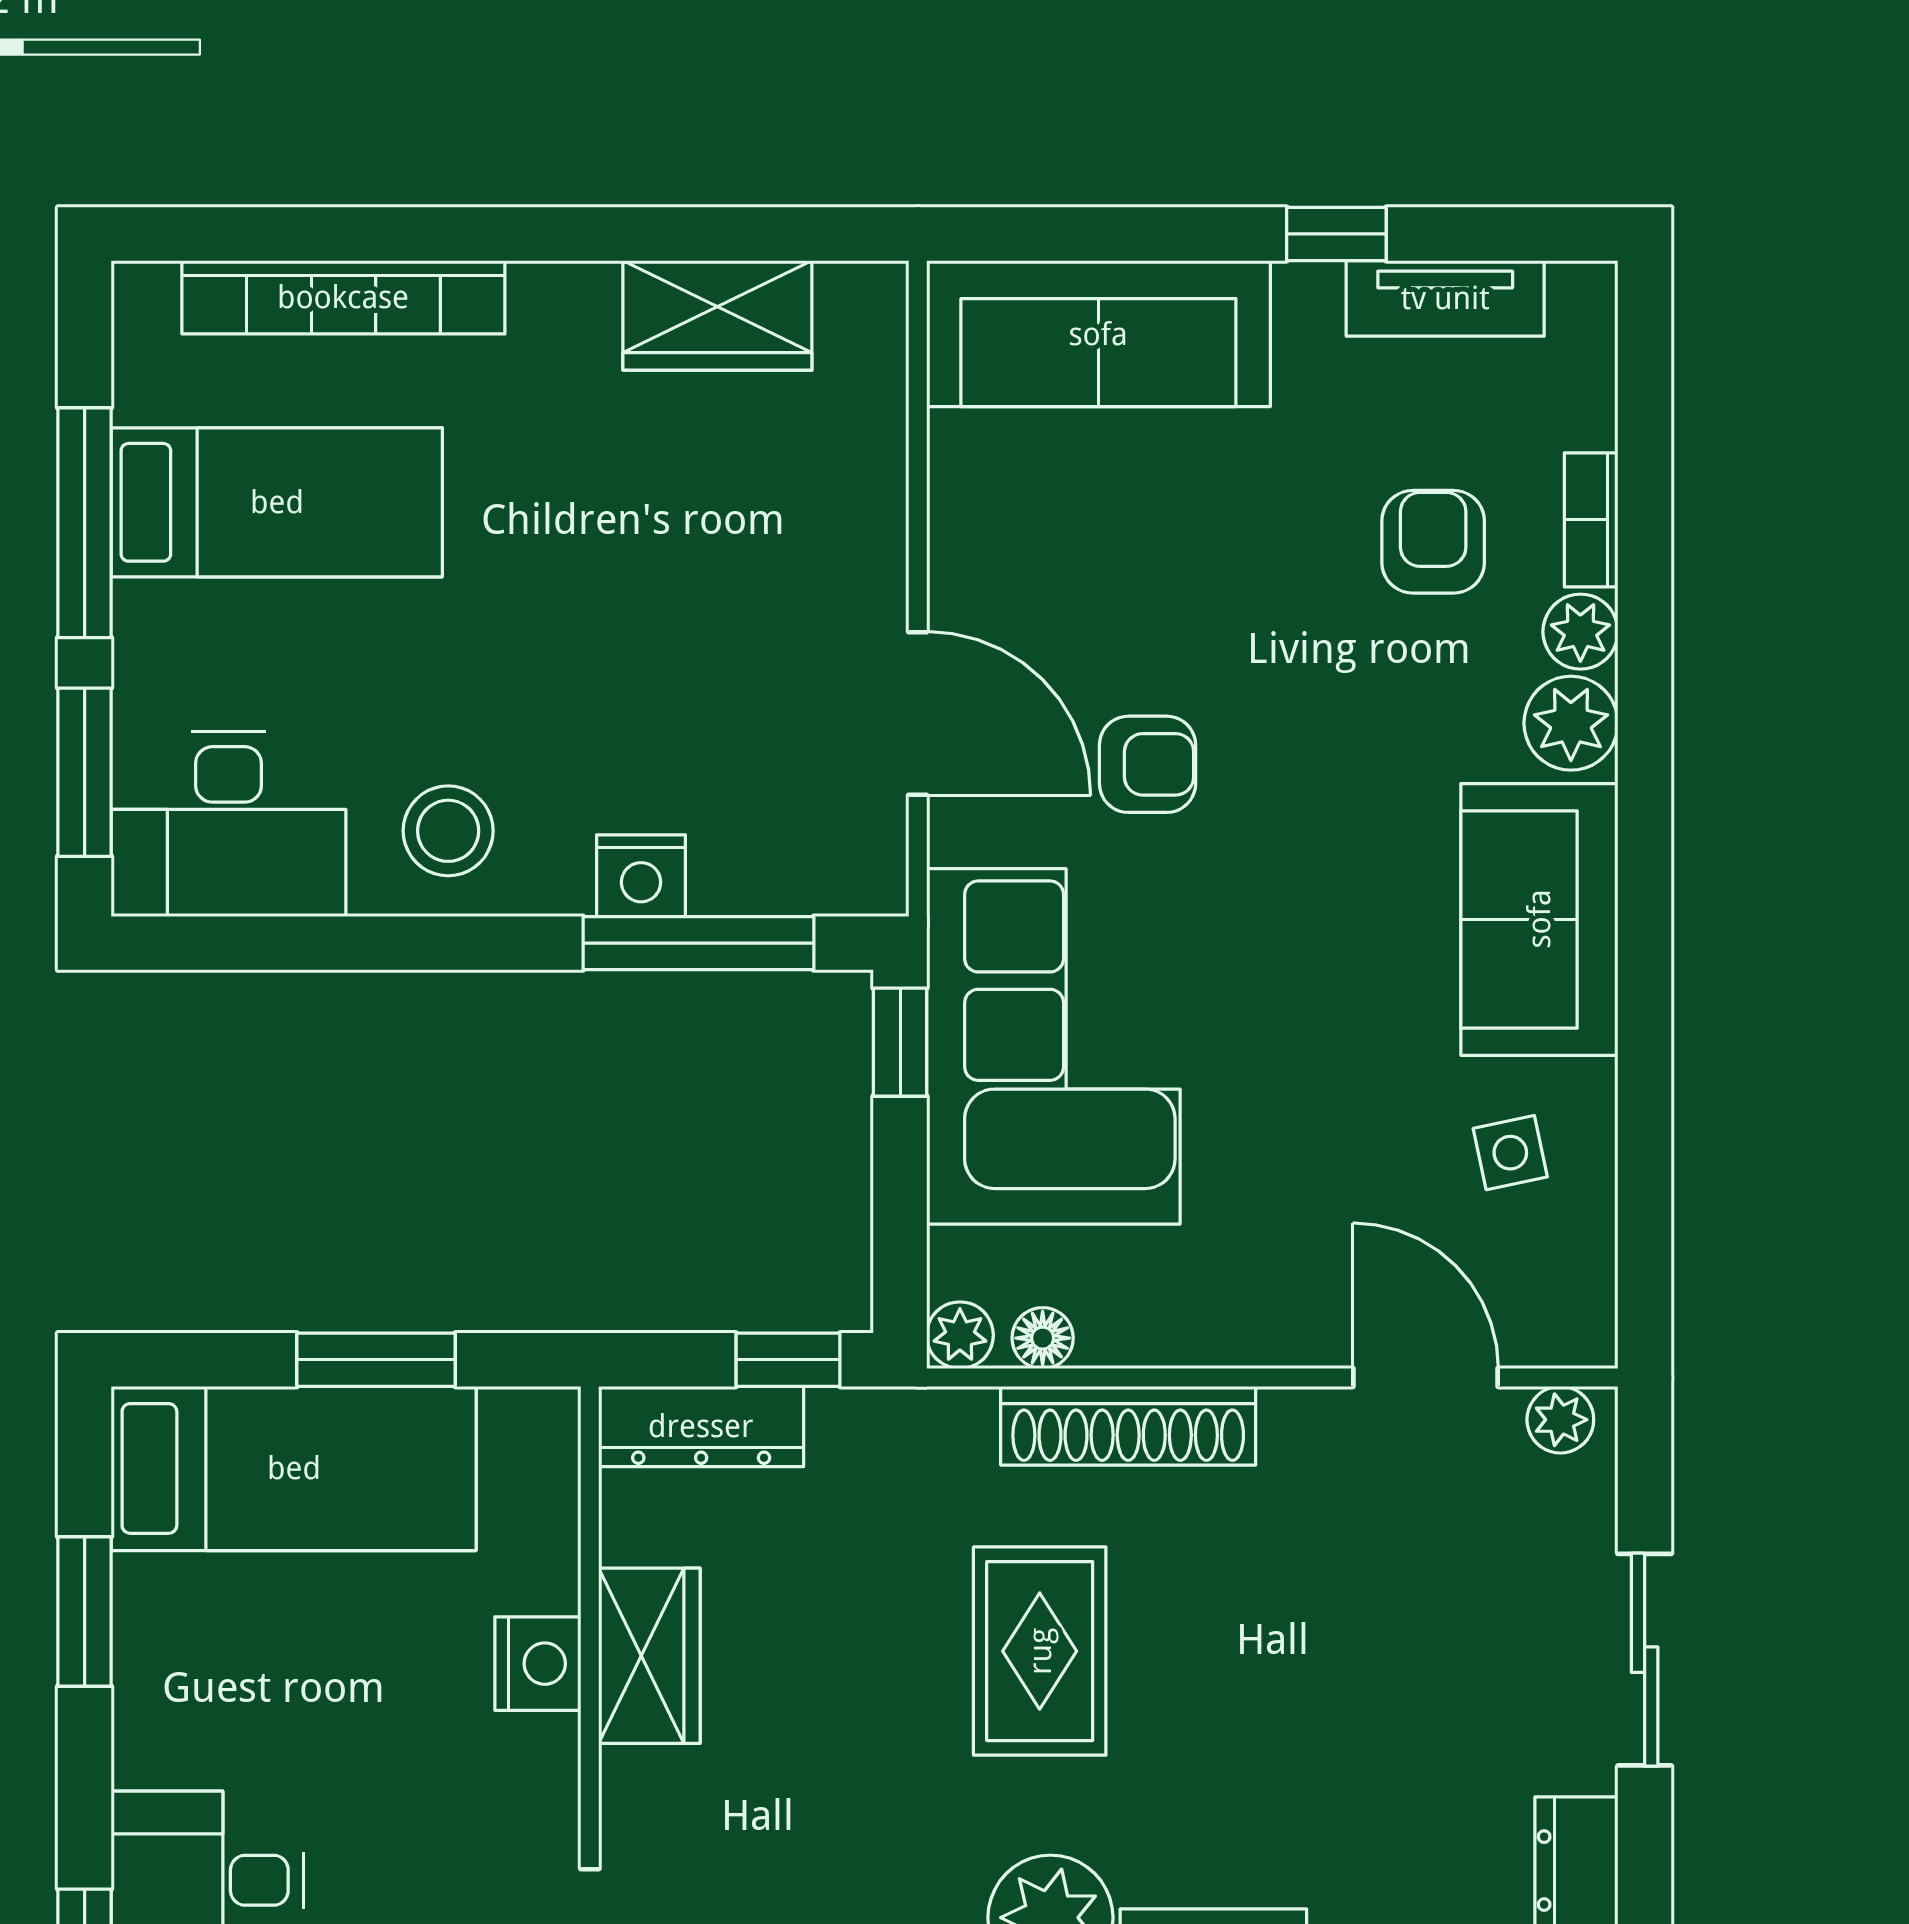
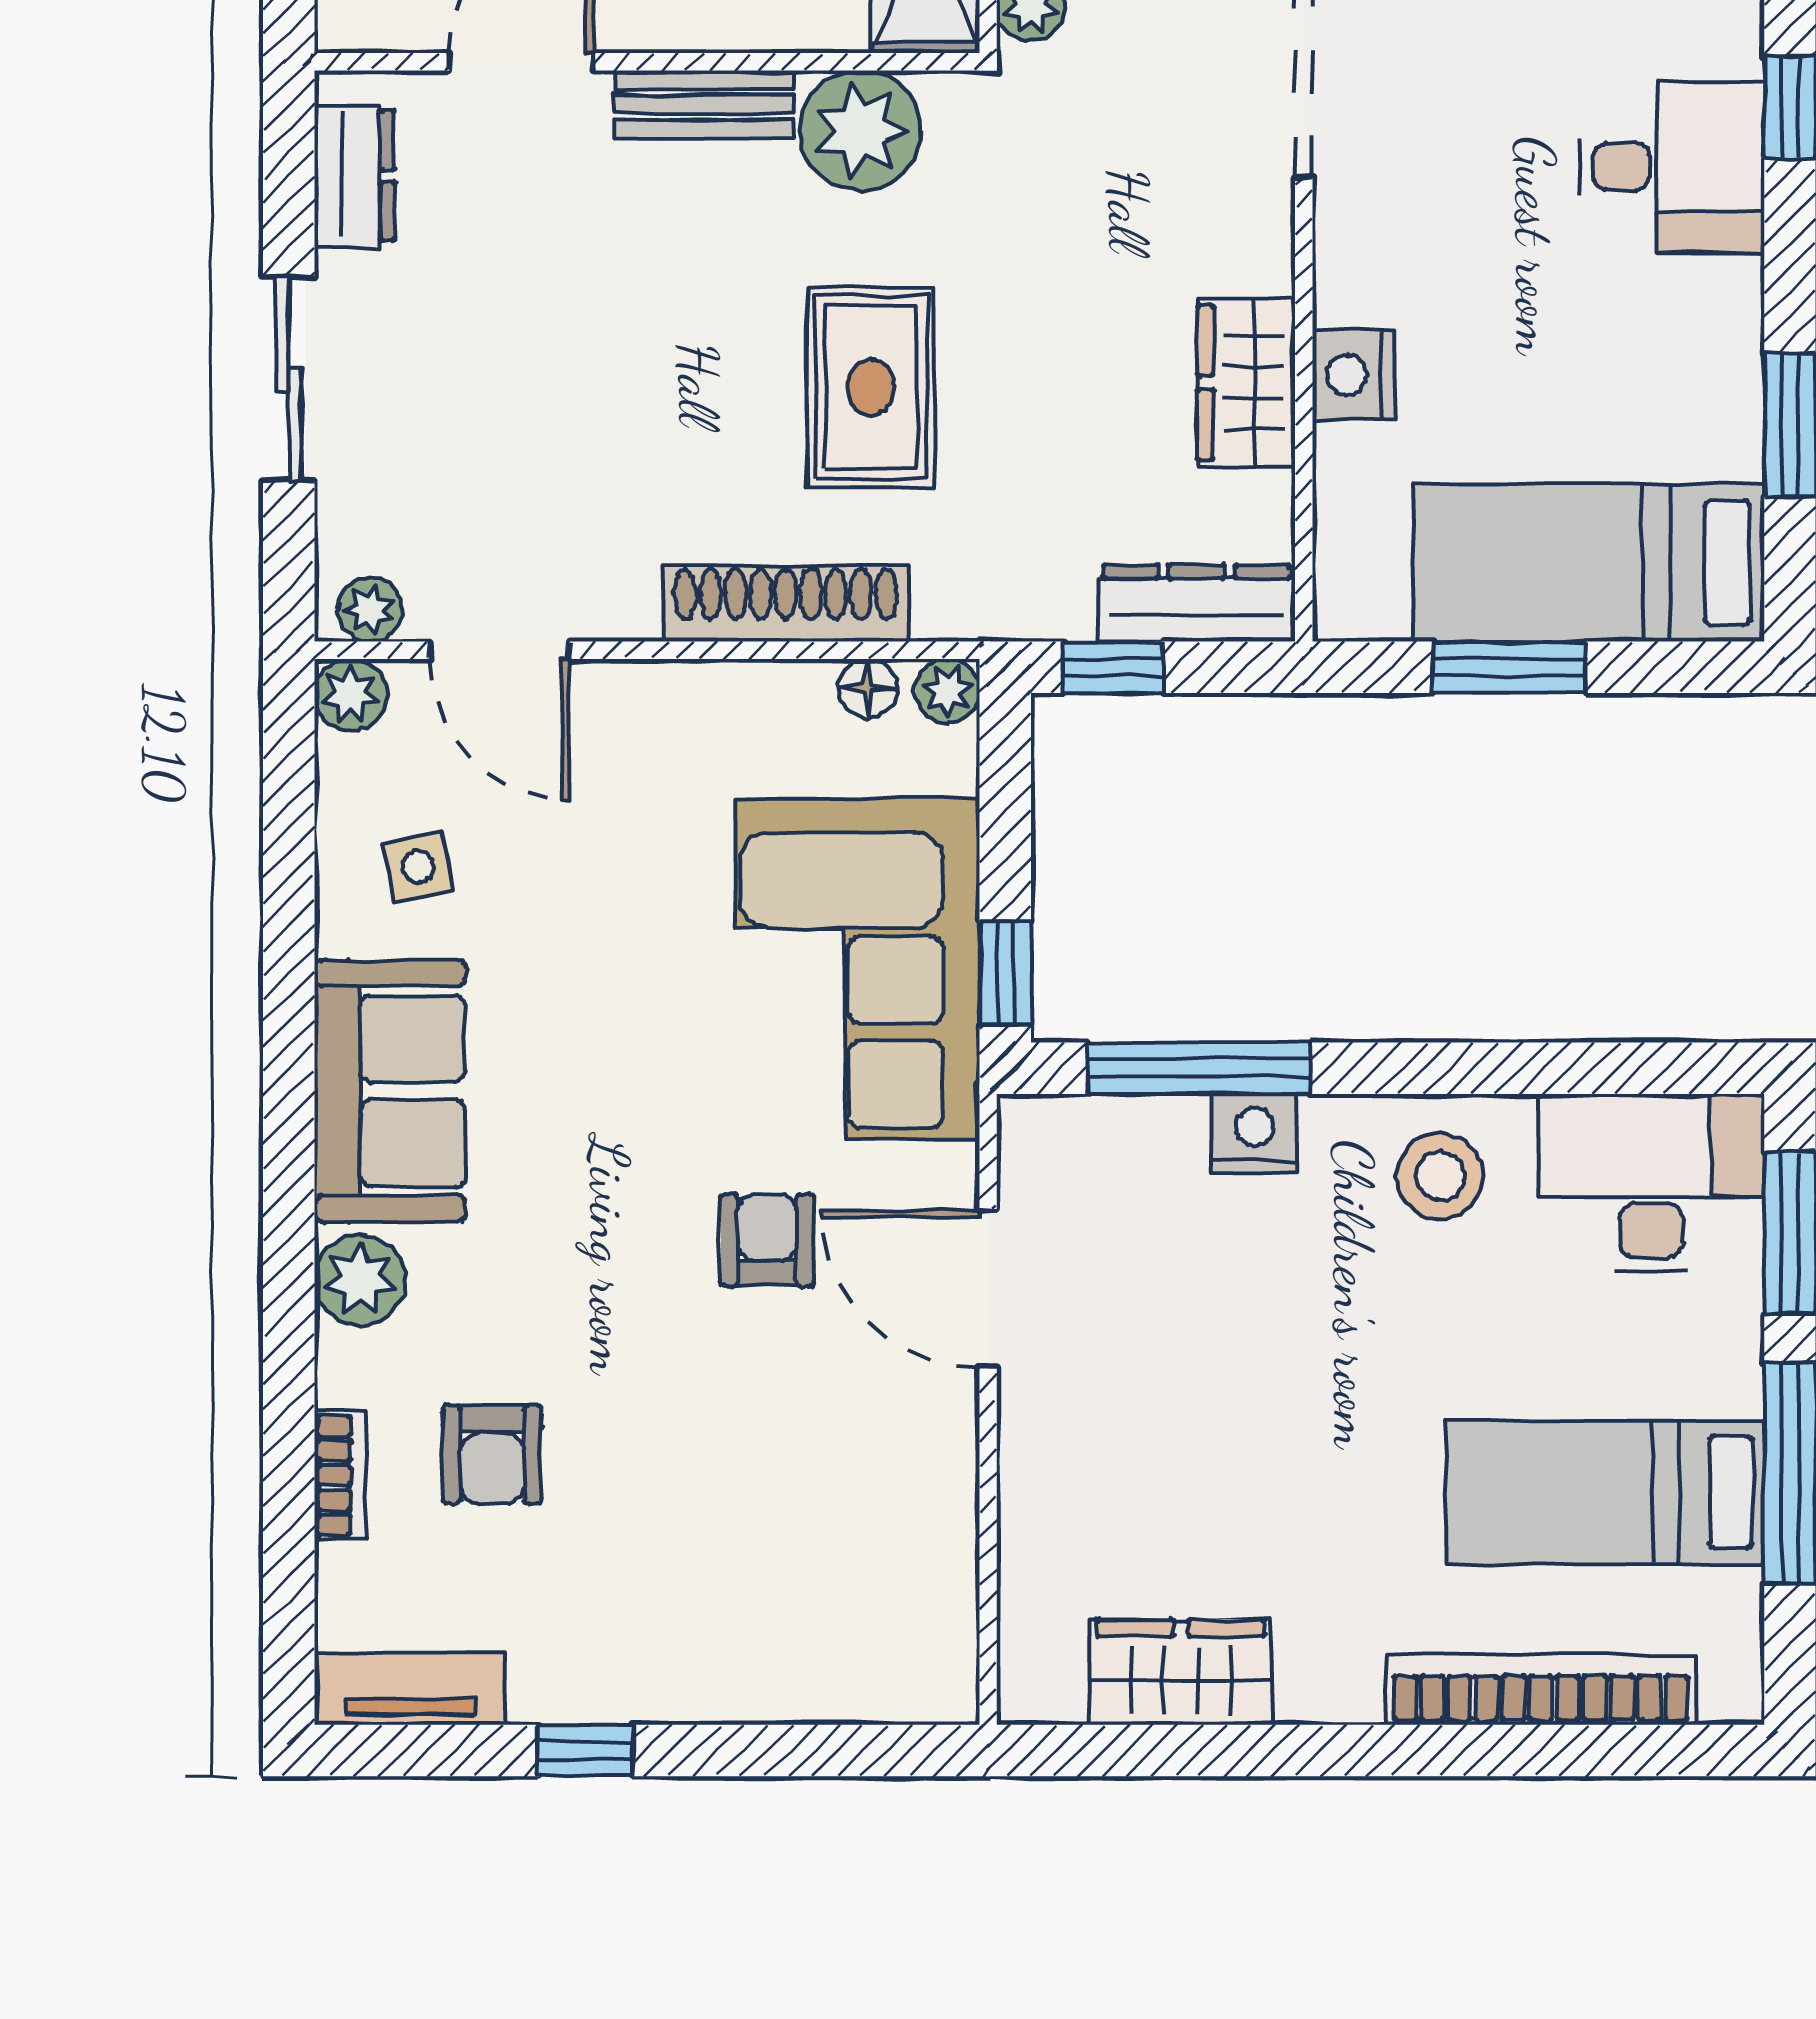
tv unit: (1445, 298) -> (410, 1689), moved
sofa: (1098, 334) -> (814, 1655), removed
plant: (1580, 632) -> (350, 695), moved
armchair: (1148, 764) -> (767, 1240), turned 90

